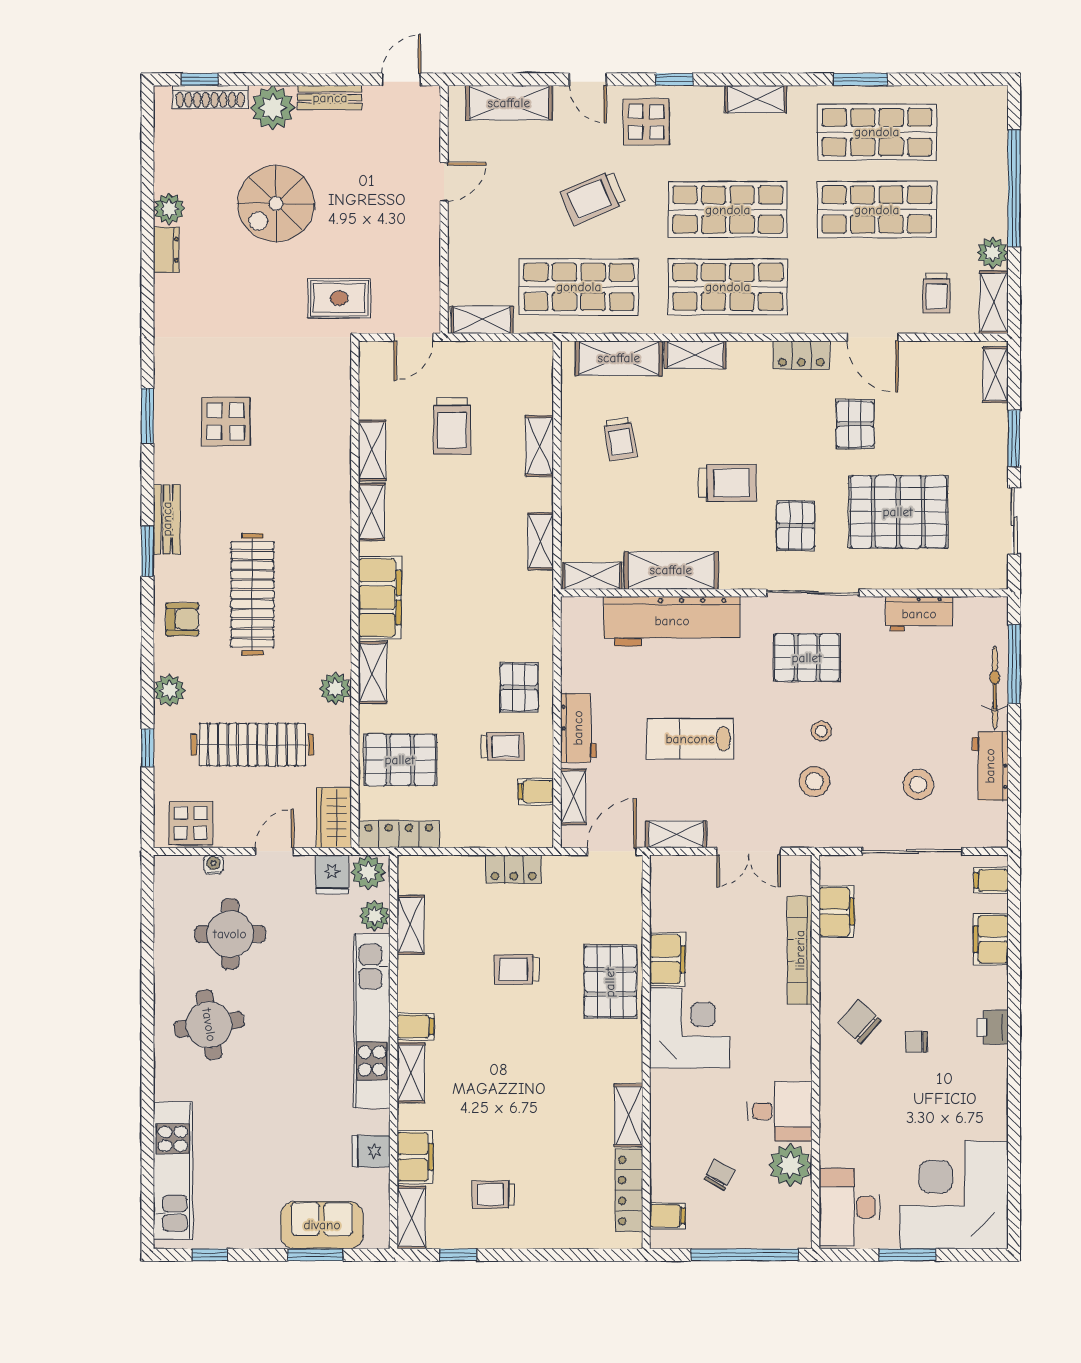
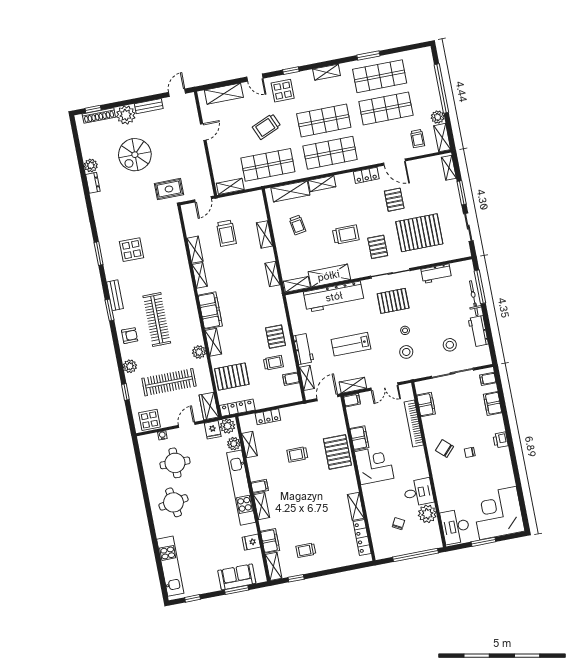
locker: (514, 869) -> (268, 417), moved
filing cabinet: (667, 1216) -> (352, 400), moved

